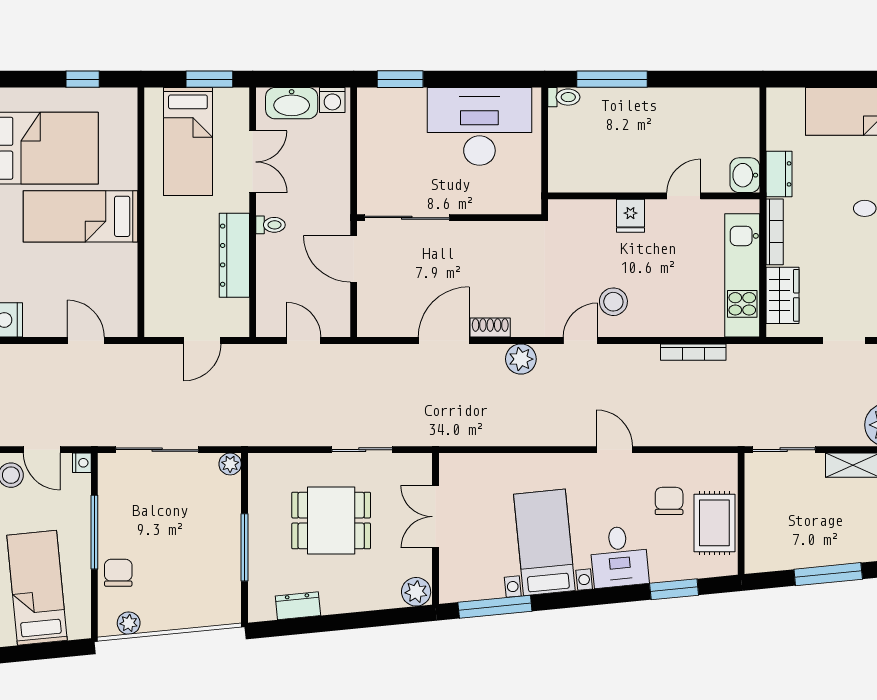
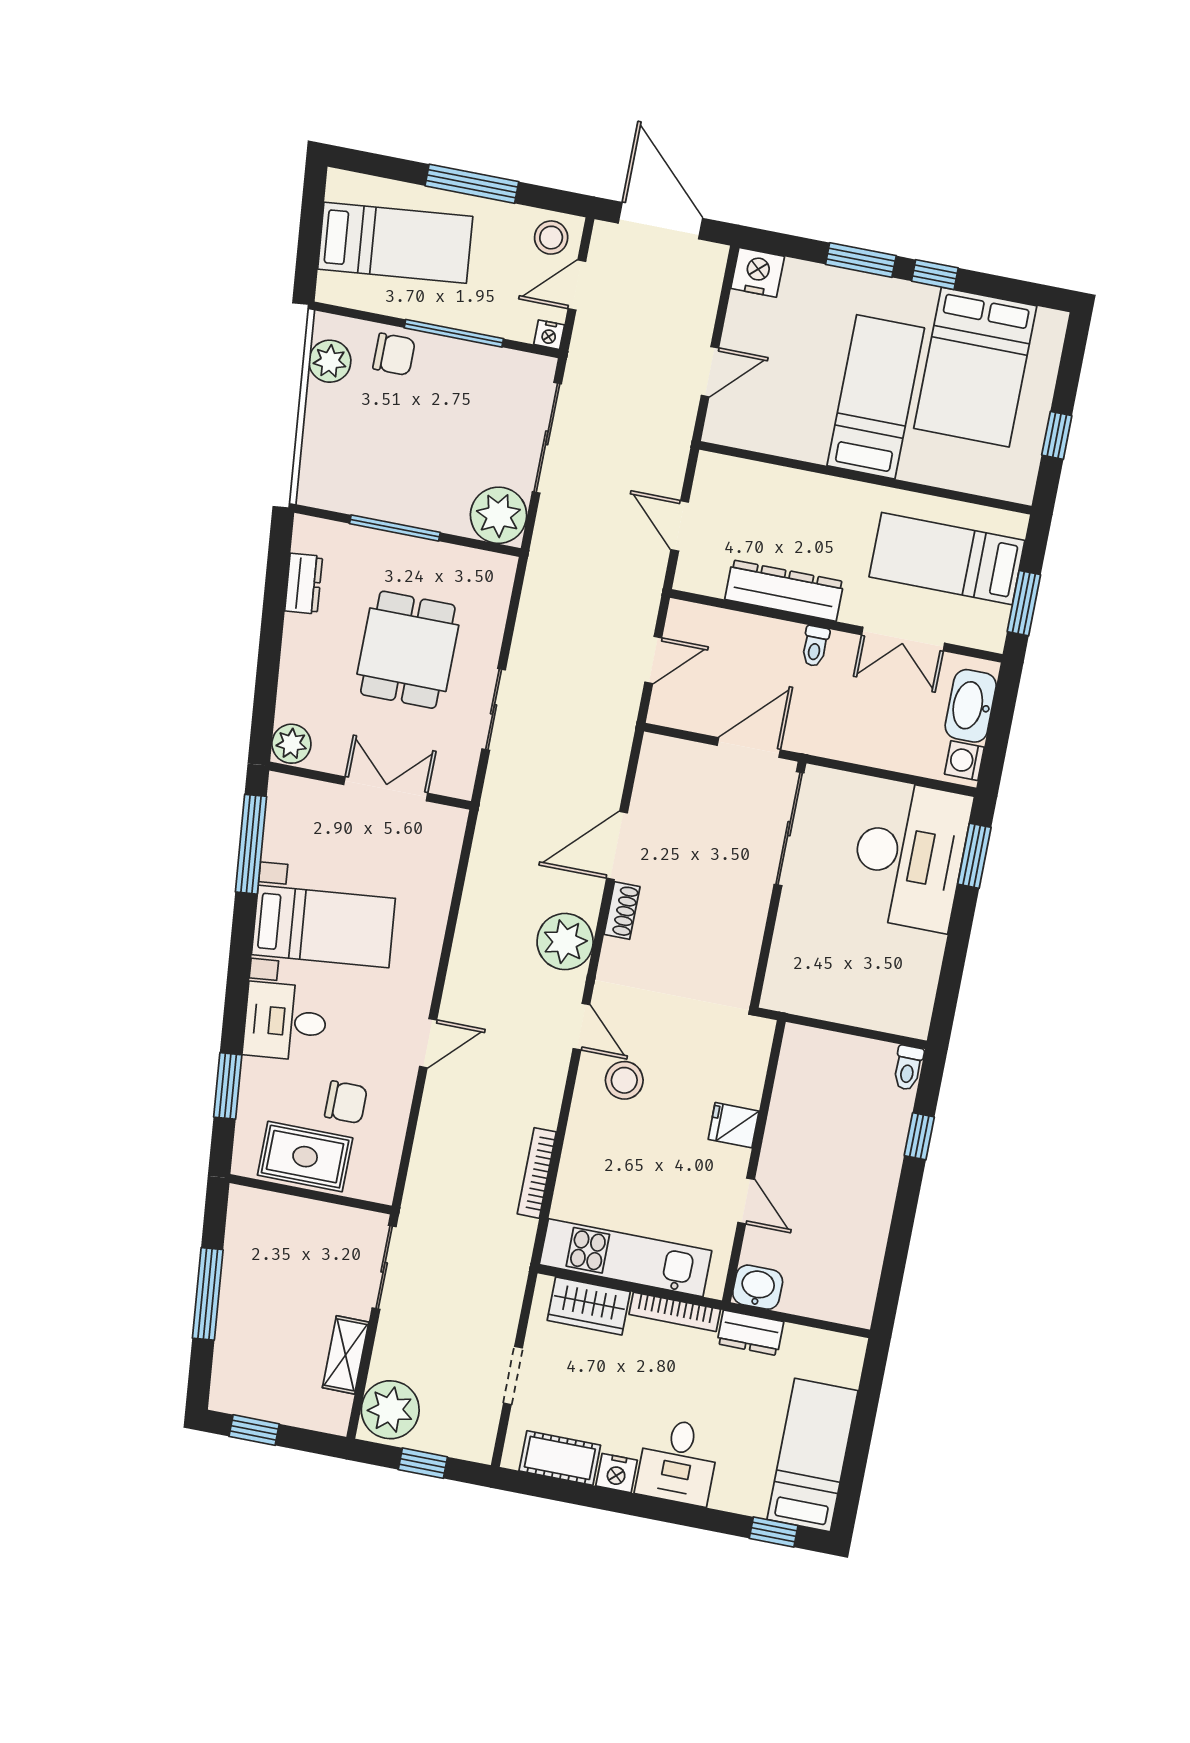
window: (612, 79) -> (919, 1136), width x0.46
desk: (479, 126) -> (909, 855), moved
door: (444, 340) -> (617, 846), swing flipped
plant: (521, 359) -> (565, 942), width x1.36, depth x1.36
plant: (230, 464) -> (499, 515), width x1.87, depth x1.87
plant: (129, 623) -> (330, 361), width x1.38, depth x1.38

